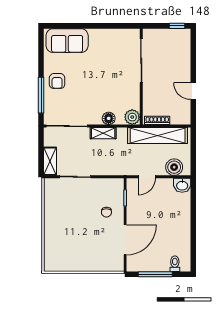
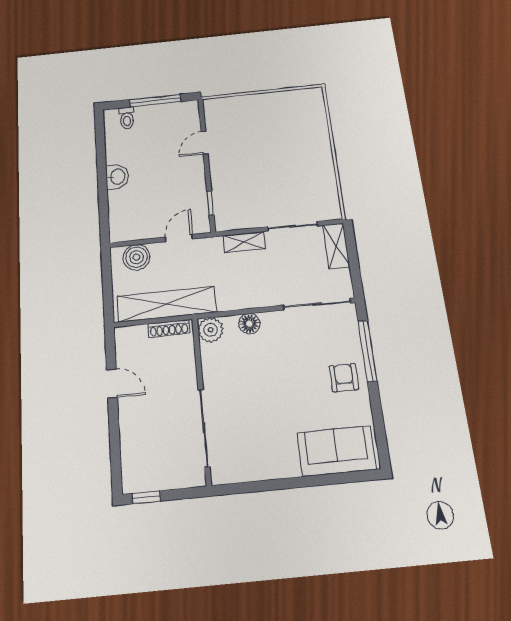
shelving: (103, 133) -> (244, 242), moved
washbasin: (182, 185) -> (117, 177), moved, turned 90
chair: (106, 212) -> (237, 179), removed
door: (125, 240) -> (205, 143), width x0.53

